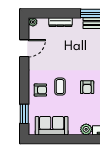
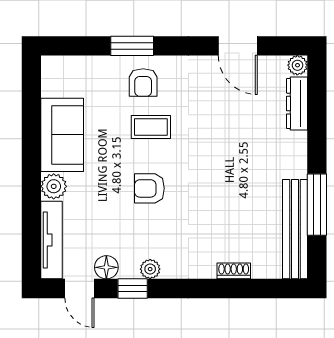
dresser: (60, 22) -> (297, 104), moved
window: (24, 114) -> (132, 46), moved
sofa: (52, 126) -> (62, 135), moved

